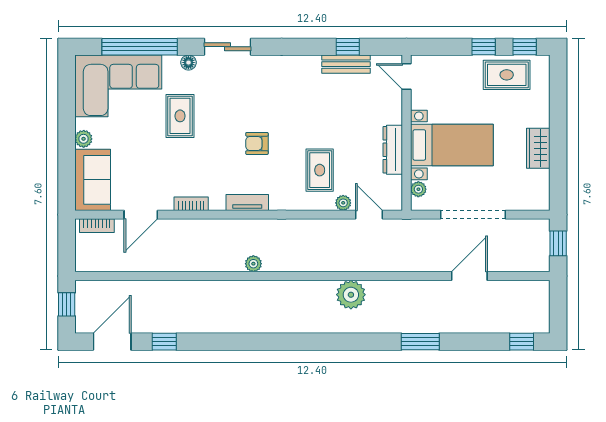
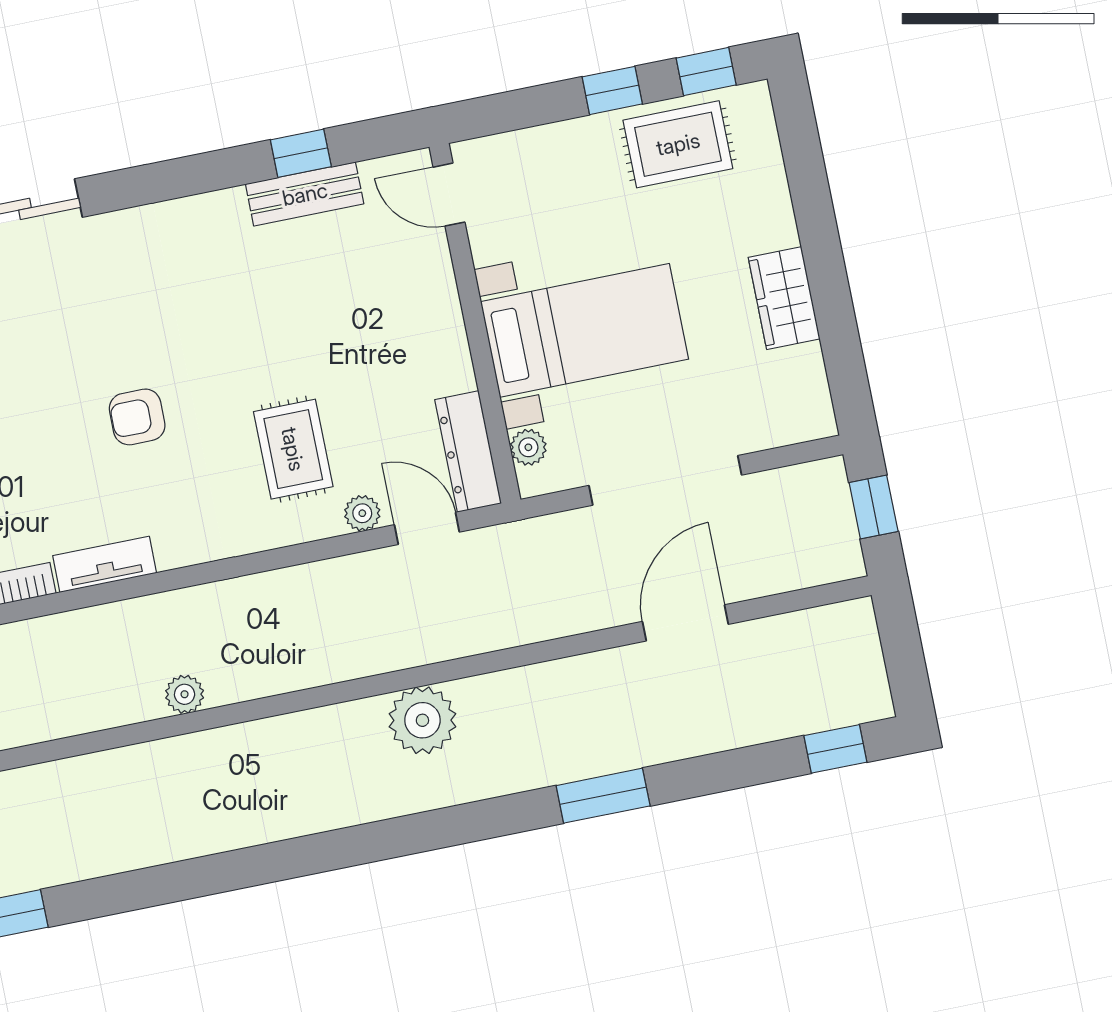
dresser: (393, 150) -> (468, 452), moved
tv unit: (247, 202) -> (105, 564), moved

